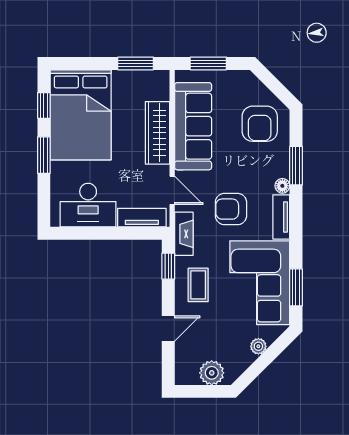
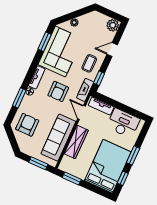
armchair: (231, 209) -> (58, 91), turned 90
plant: (212, 373) -> (113, 25), moved

